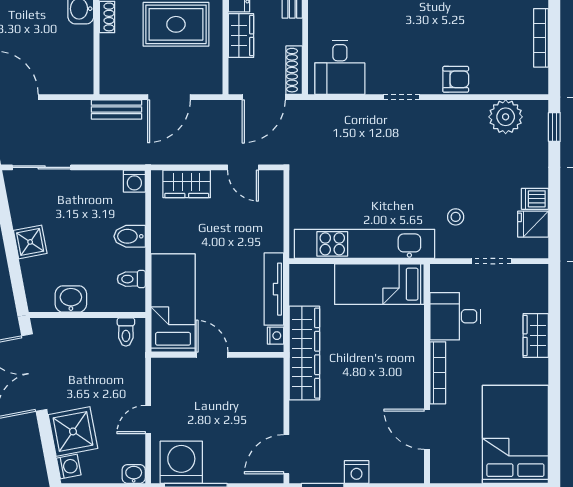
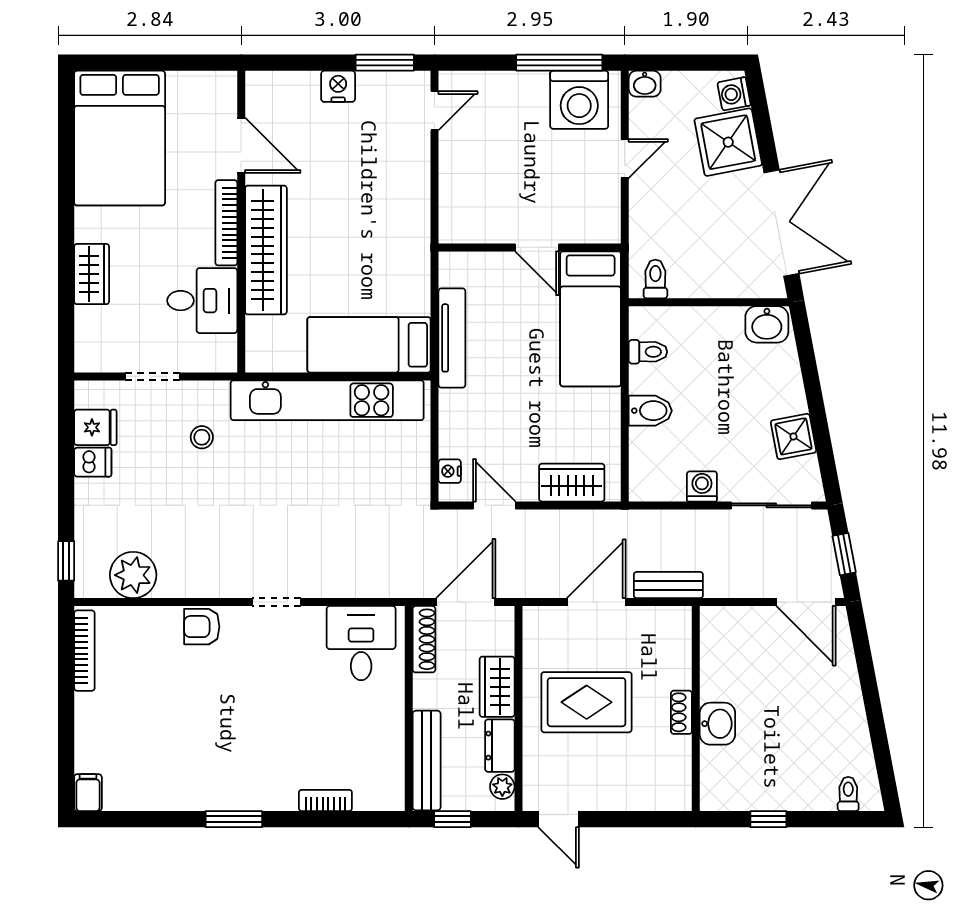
bookcase: (541, 38) -> (84, 651), moved
washing machine: (134, 181) -> (702, 486), moved
shower: (30, 242) -> (793, 436), moved
bed: (379, 284) -> (369, 345), moved, turned 180
washbasin: (71, 299) -> (767, 324), moved
nightstand: (275, 336) -> (450, 471), moved
wardrobe: (304, 353) -> (266, 250), moved, turned 180
door: (286, 454) -> (435, 111), width x0.73

